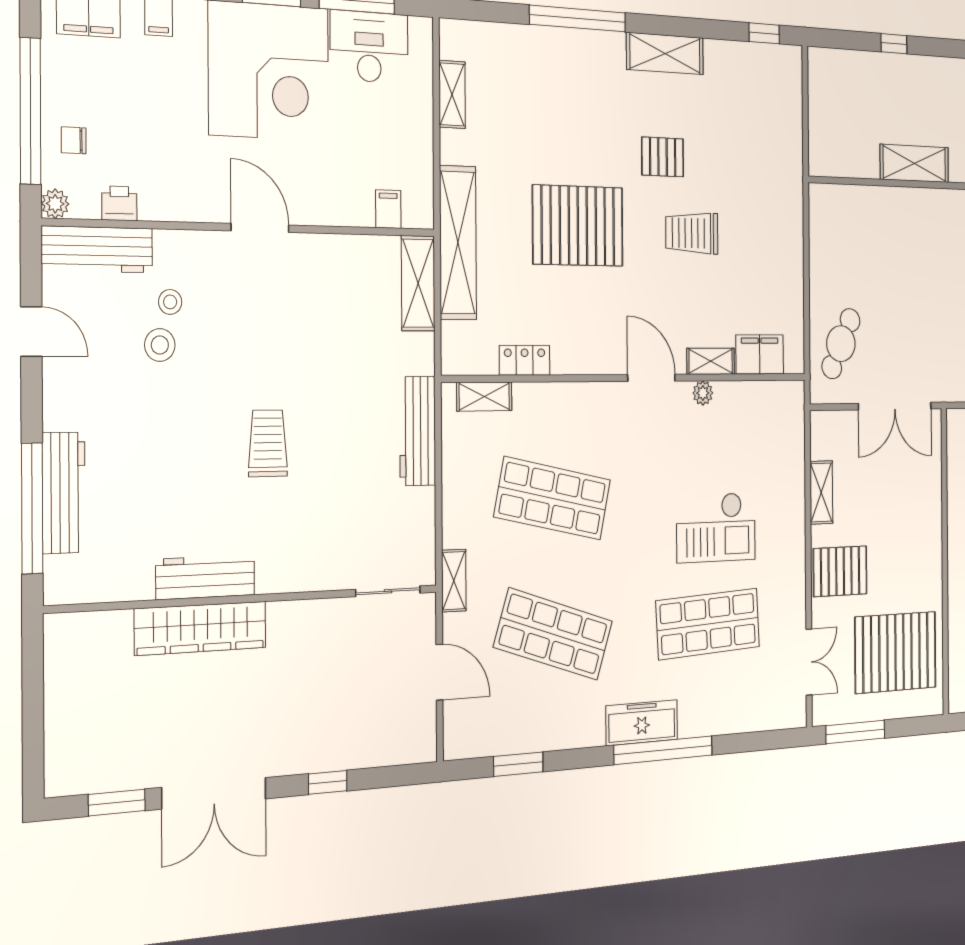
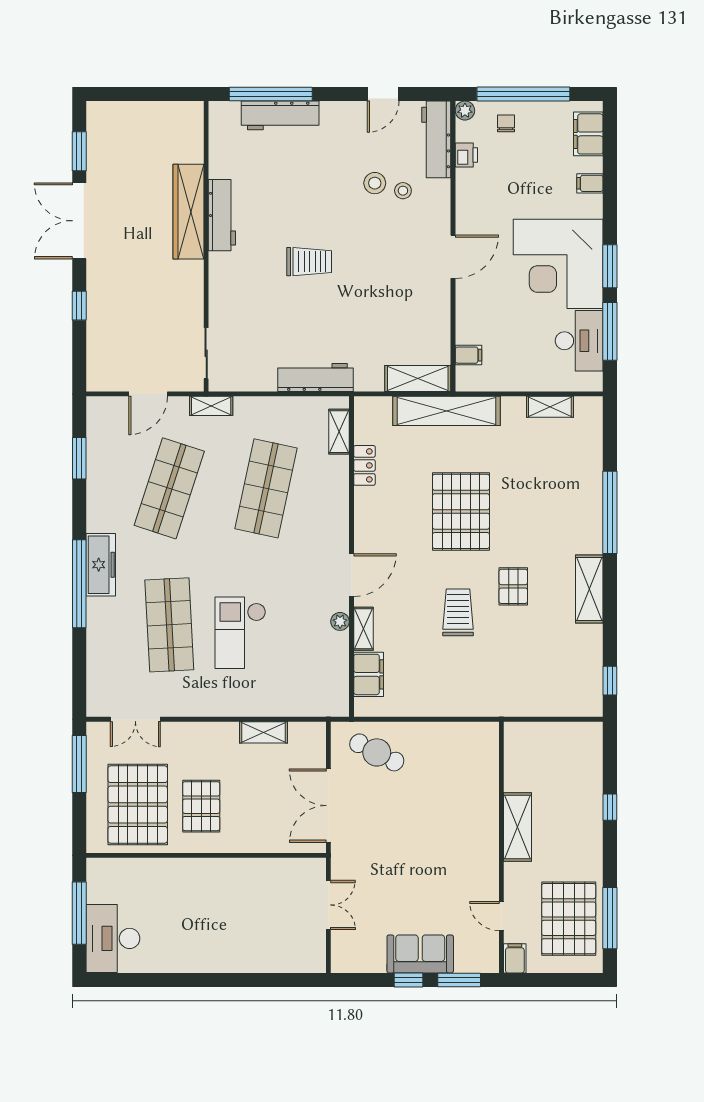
pallet: (840, 571) -> (201, 806), moved

